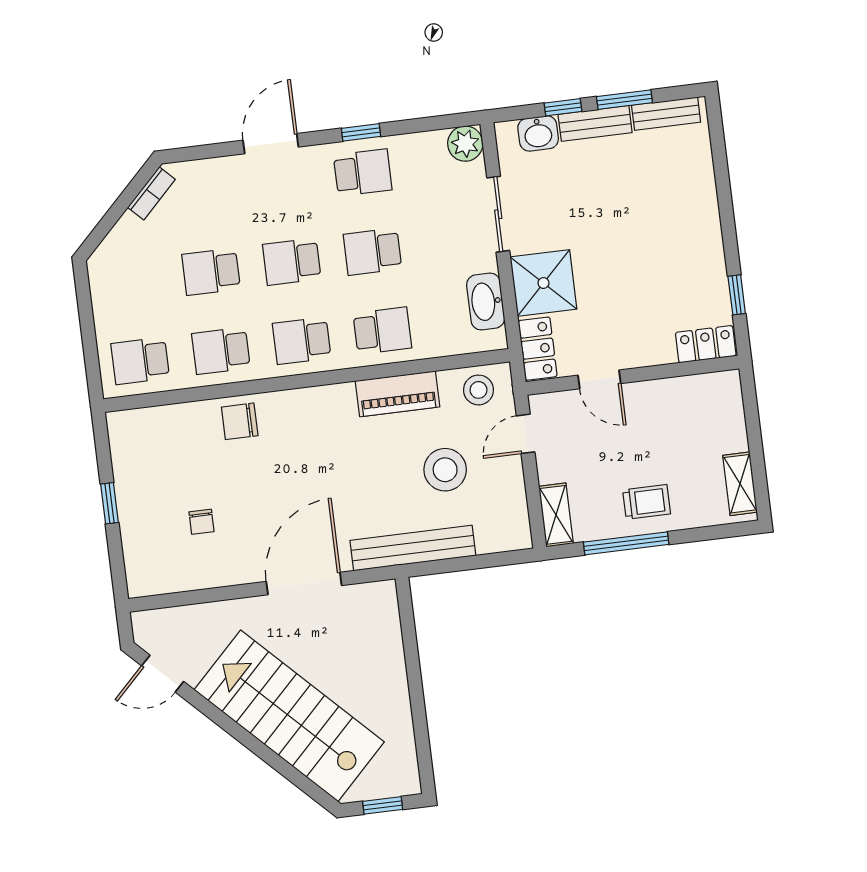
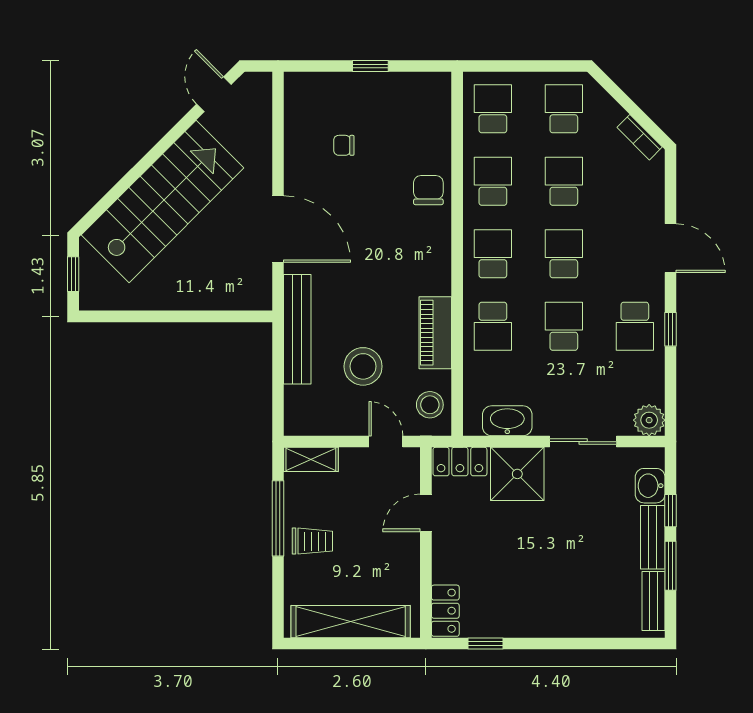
school desk: (130, 282) -> (564, 109), added
shelving: (740, 484) -> (351, 622), width x2.20, depth x1.33
trolley: (647, 502) -> (312, 541), turned -90

